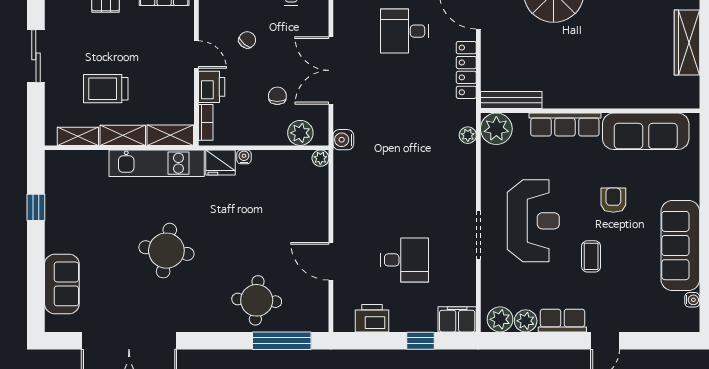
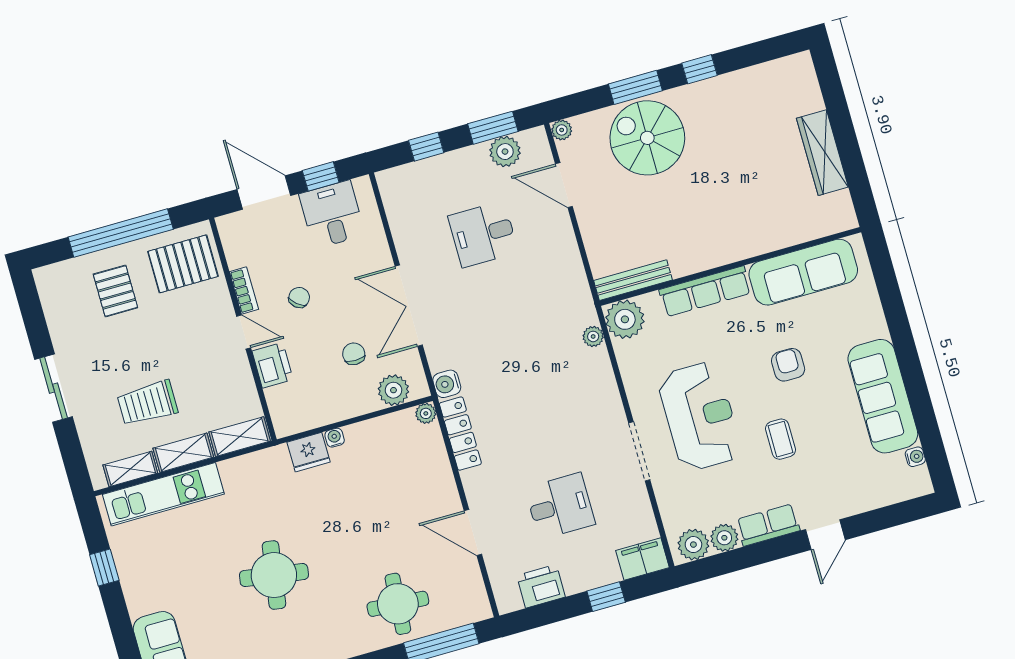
locker: (466, 70) -> (460, 434), moved, turned 180
bookcase: (206, 122) -> (244, 291), moved
kitchen unit: (157, 163) -> (163, 494), moved

